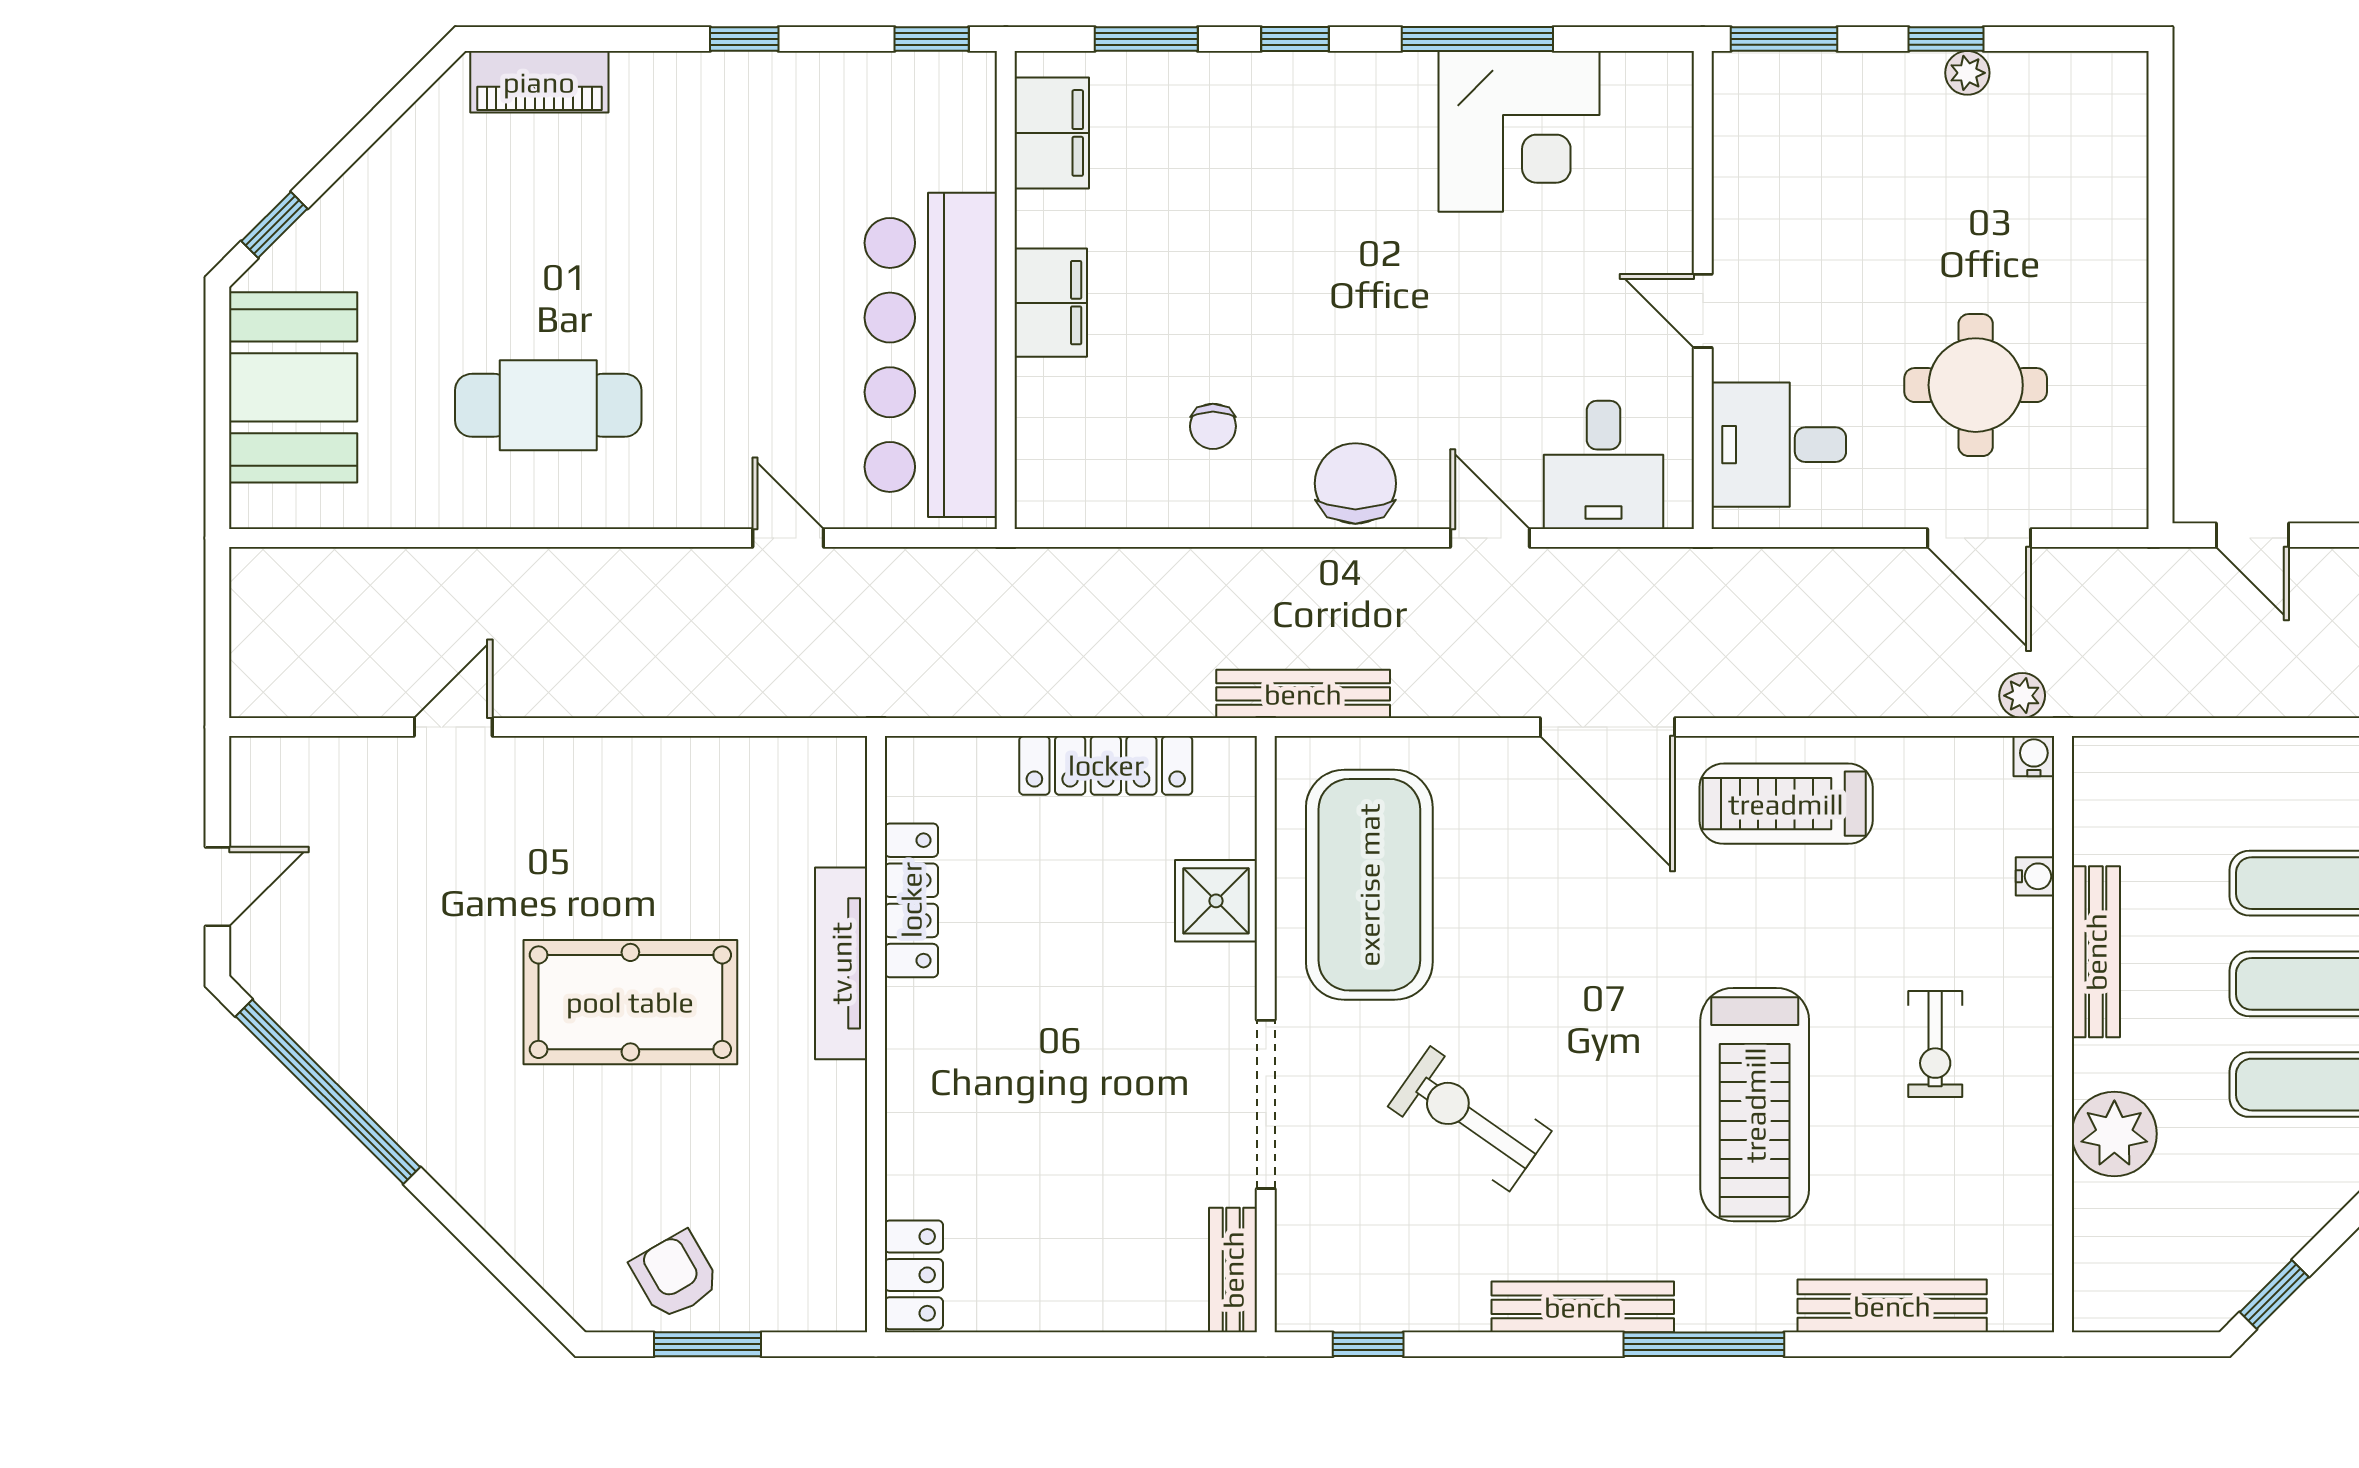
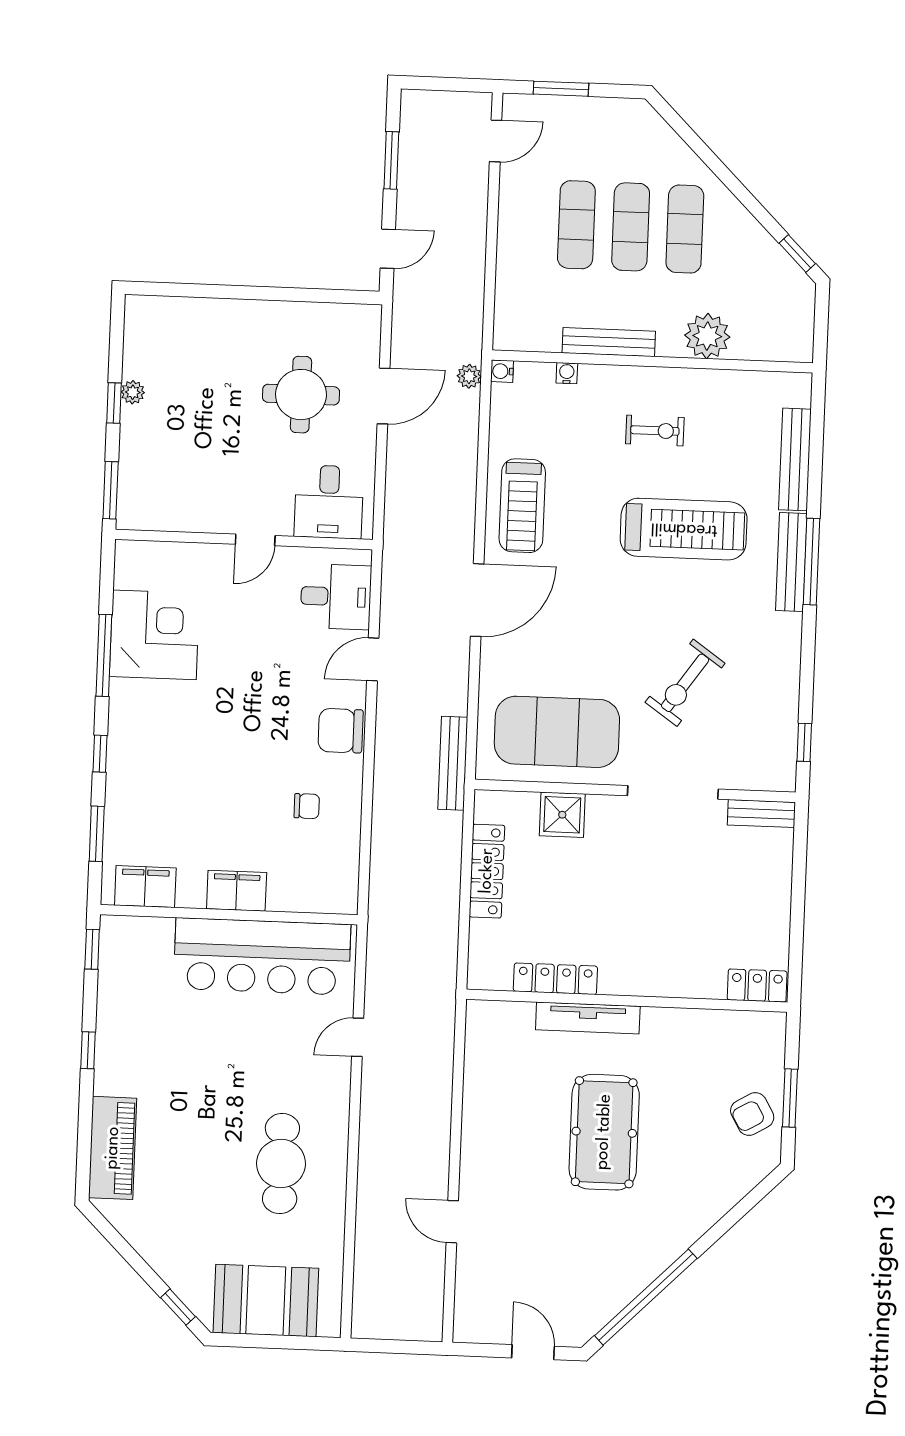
piano: (539, 82) -> (113, 1148), width x1.37, depth x1.33
bench: (1583, 1307) -> (791, 562), moved

